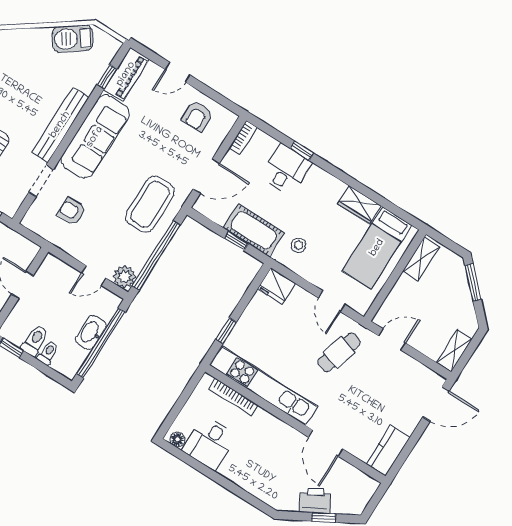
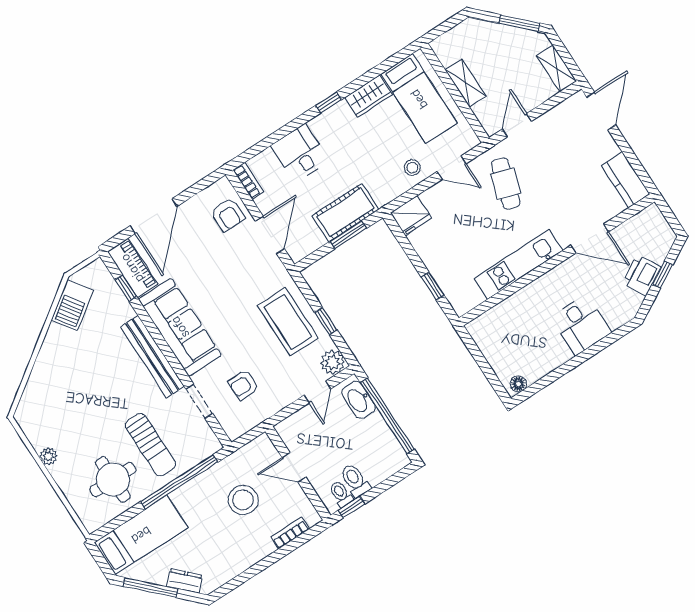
door: (178, 72) -> (154, 216), width x1.88
armchair: (197, 116) -> (228, 215), moved
window: (302, 151) -> (328, 103), moved
coffee table: (150, 204) -> (288, 322), moved
window: (236, 241) -> (348, 235), width x1.50
stool: (298, 245) -> (412, 168), moved
window: (156, 256) -> (326, 321), width x0.32
shelving: (421, 259) -> (465, 83), moved
window: (473, 282) -> (519, 23), moved
washbasin: (91, 332) -> (359, 400), moved
toilet: (48, 353) -> (341, 494), moved
kitchen unit: (264, 386) -> (518, 265), width x0.73
bookcase: (233, 397) -> (502, 309), removed
desk: (209, 443) -> (581, 325), moved

